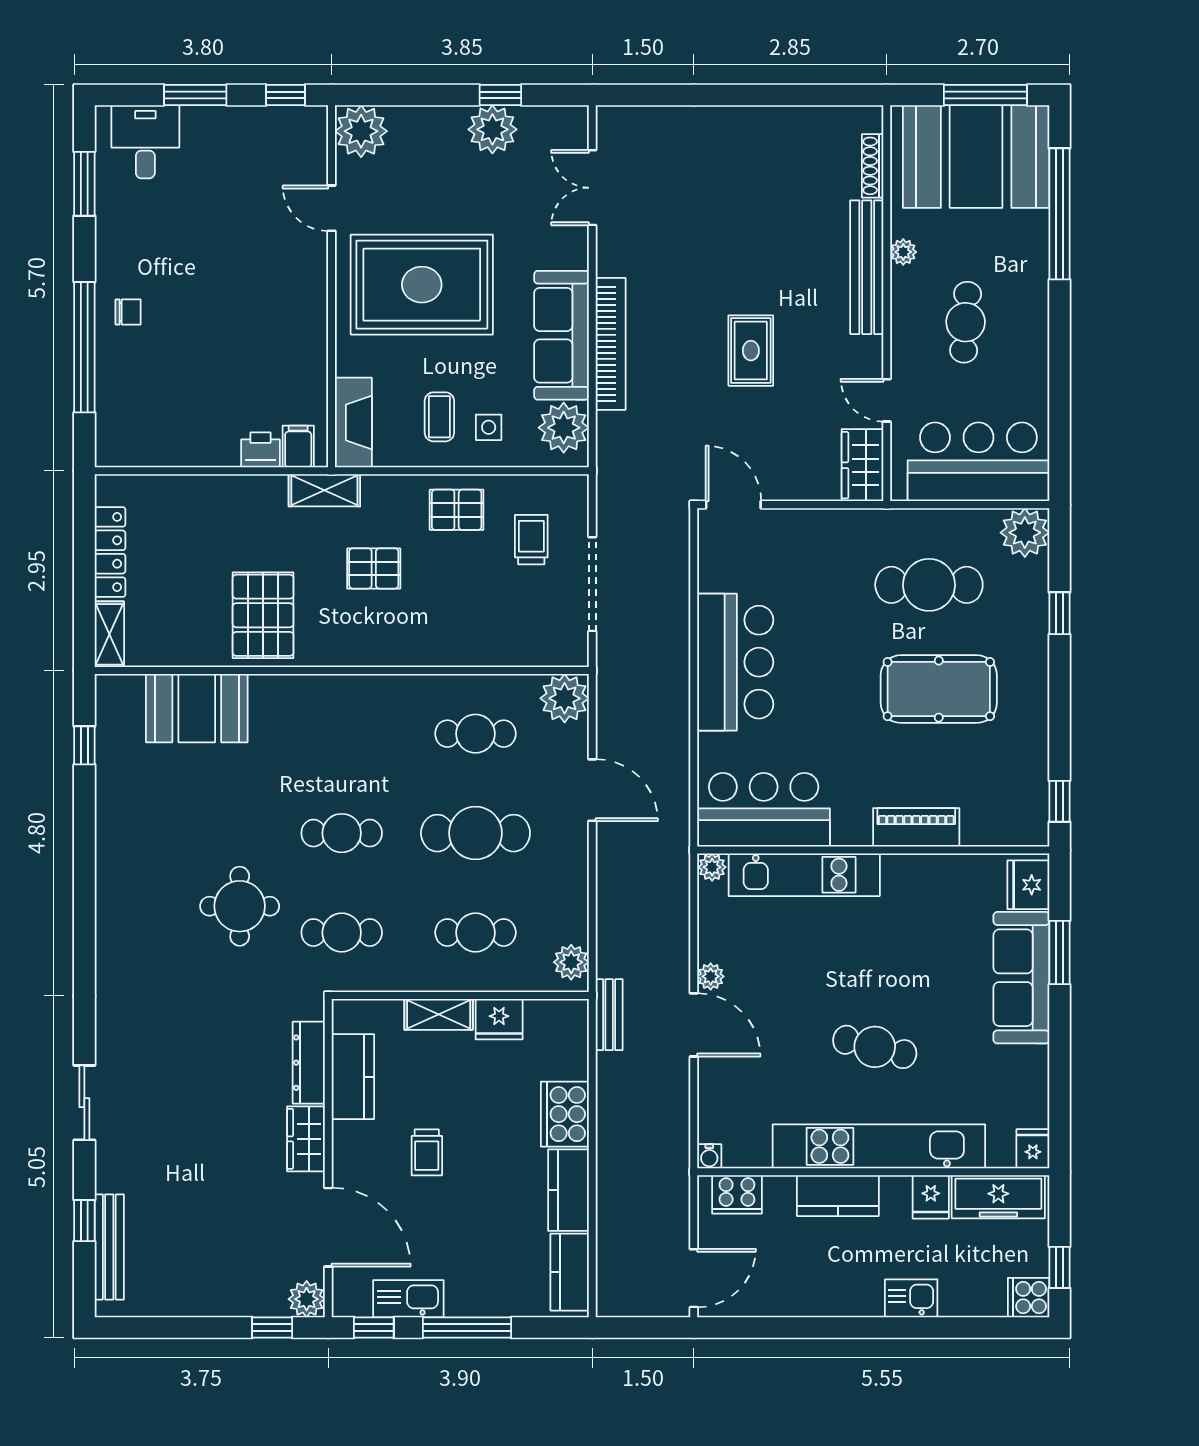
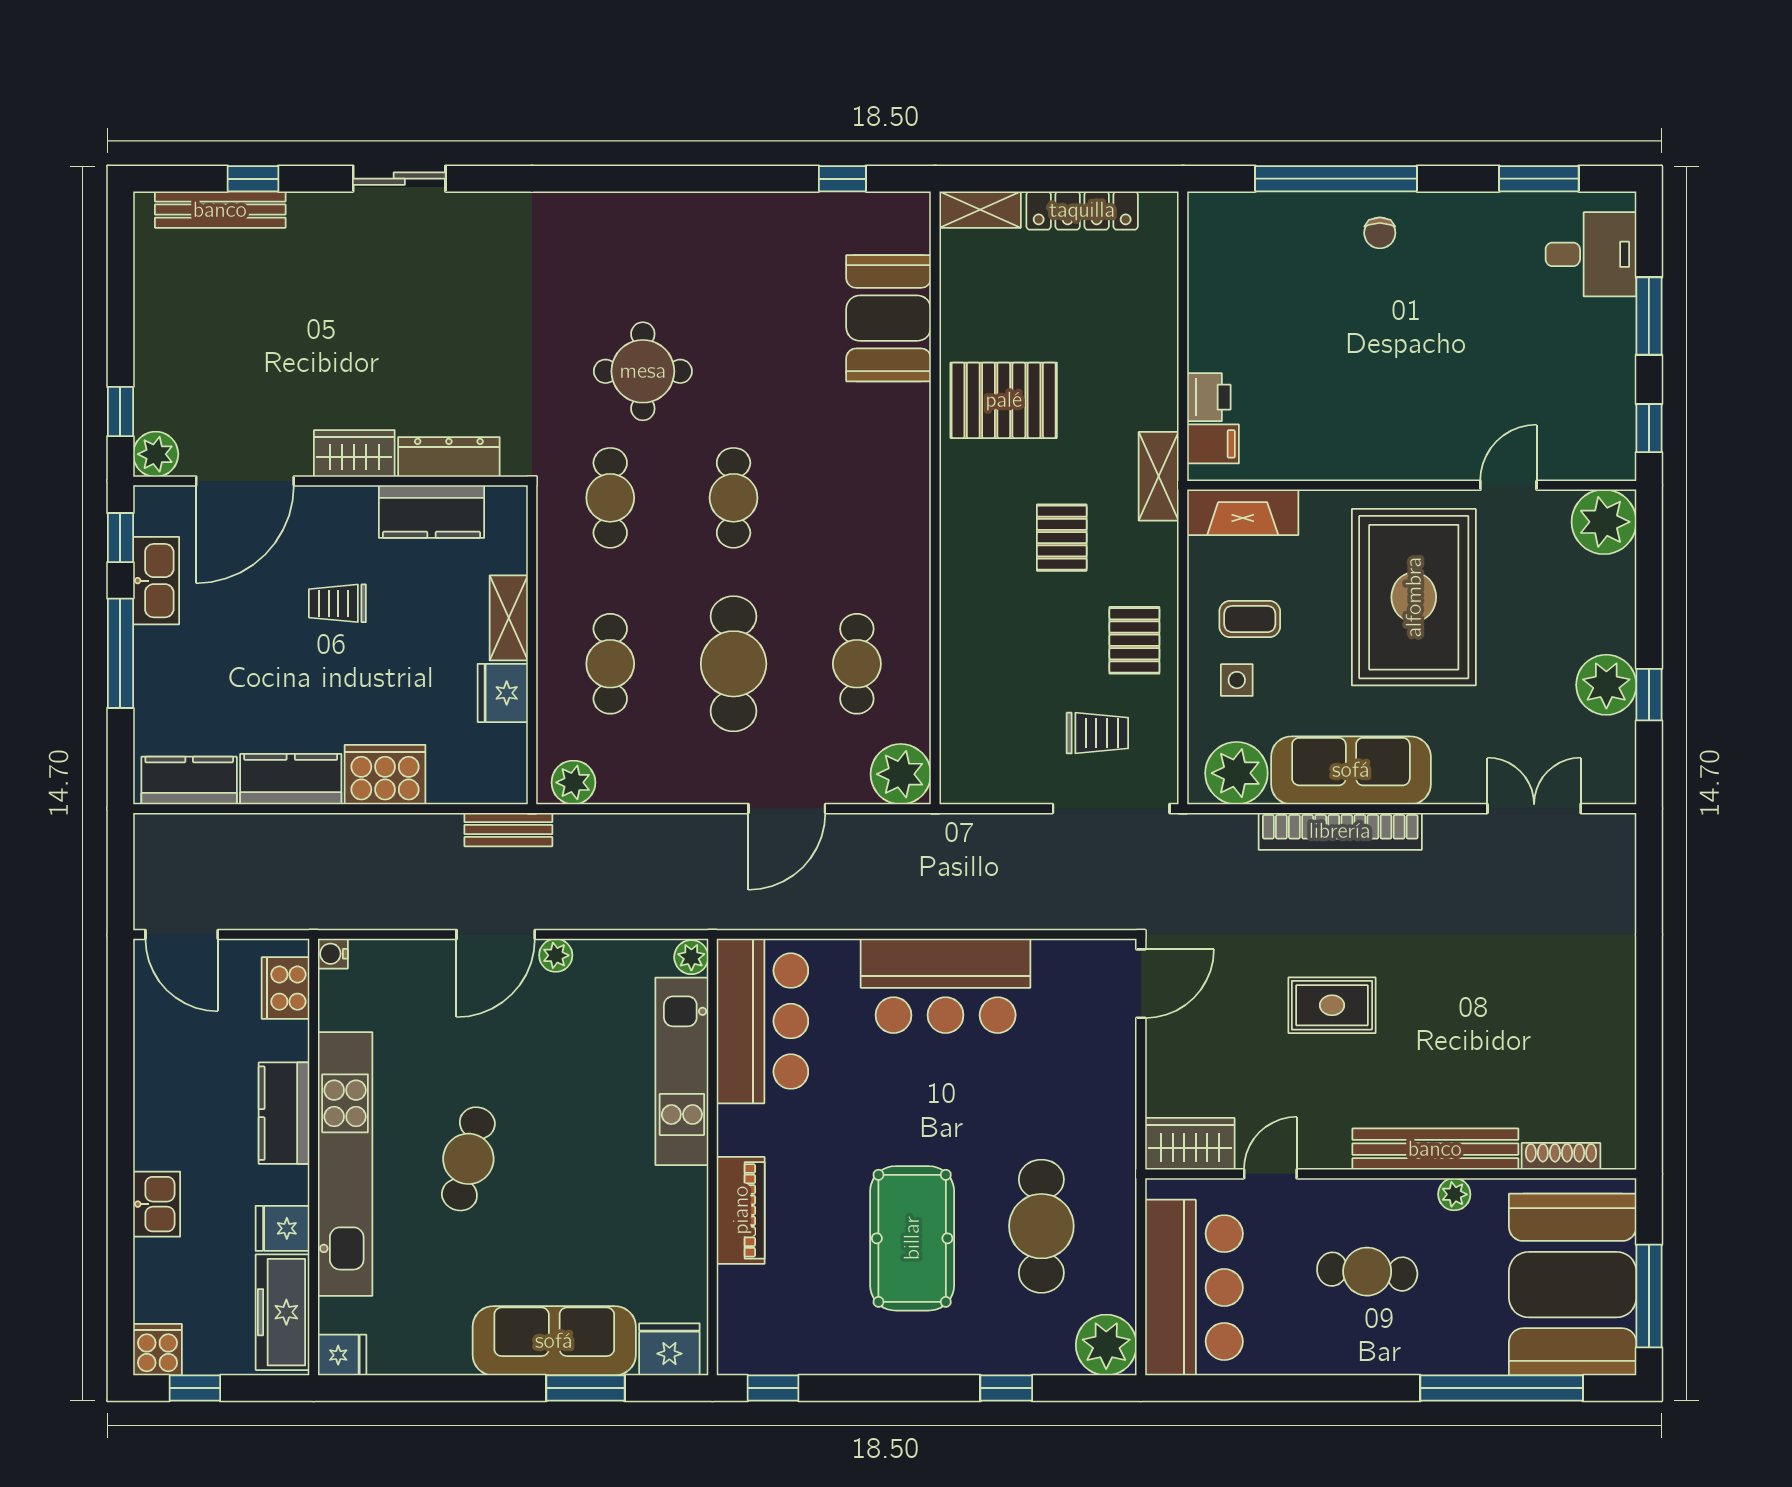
doorway: (592, 584) -> (1111, 809), moved

